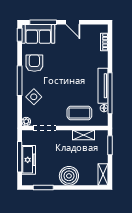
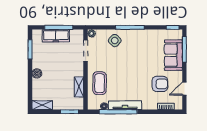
door: (73, 22) -> (184, 89), moved
sofa: (38, 34) -> (173, 55), moved
armchair: (34, 63) -> (160, 84), moved
boiler: (69, 176) -> (37, 73), width x0.54, depth x0.54

